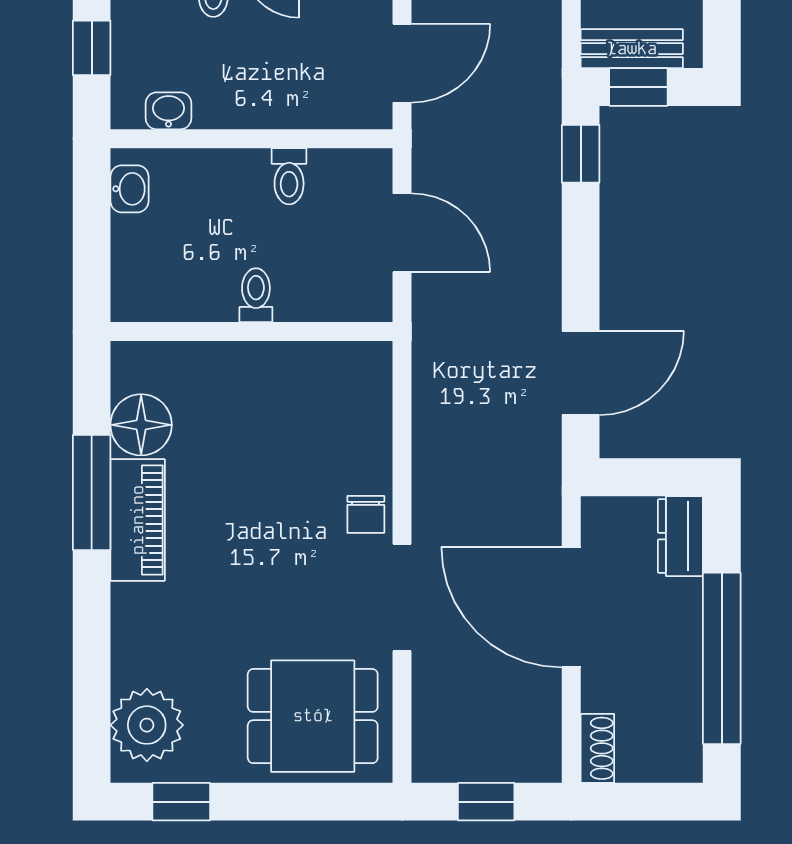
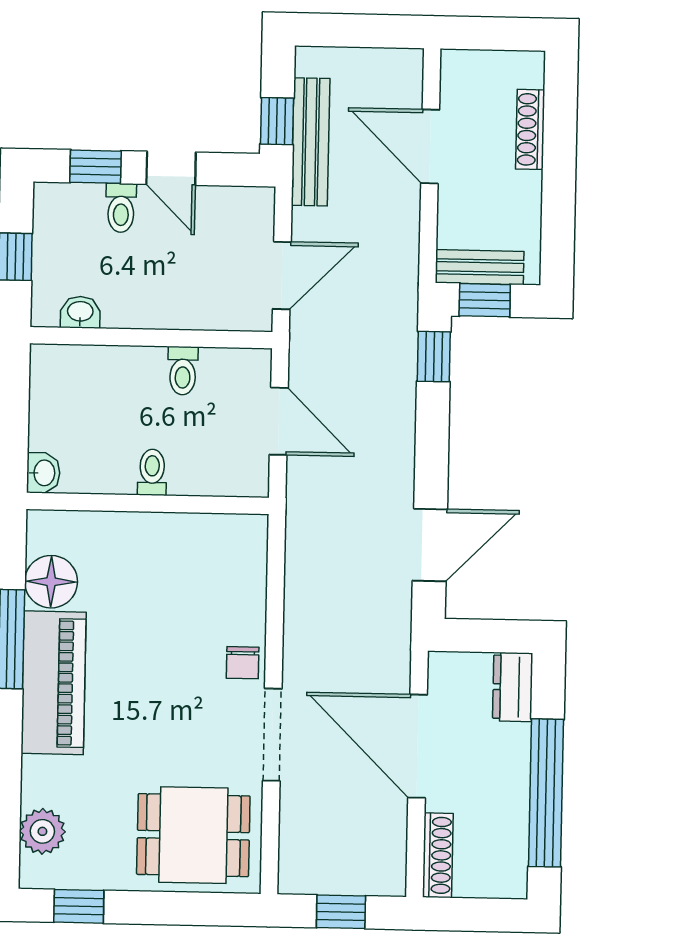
washbasin: (130, 189) -> (43, 473), moved
piano: (138, 520) -> (54, 683), width x1.37, depth x1.33
plant: (147, 725) -> (42, 831), width x0.73, depth x0.73
shoe rack: (597, 748) -> (438, 855), width x1.43

